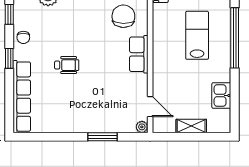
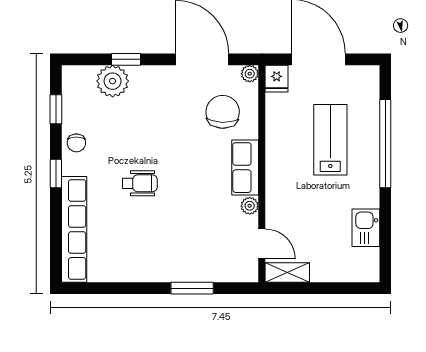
shelving: (191, 126) -> (287, 272), moved
plant: (142, 127) -> (250, 206), moved

